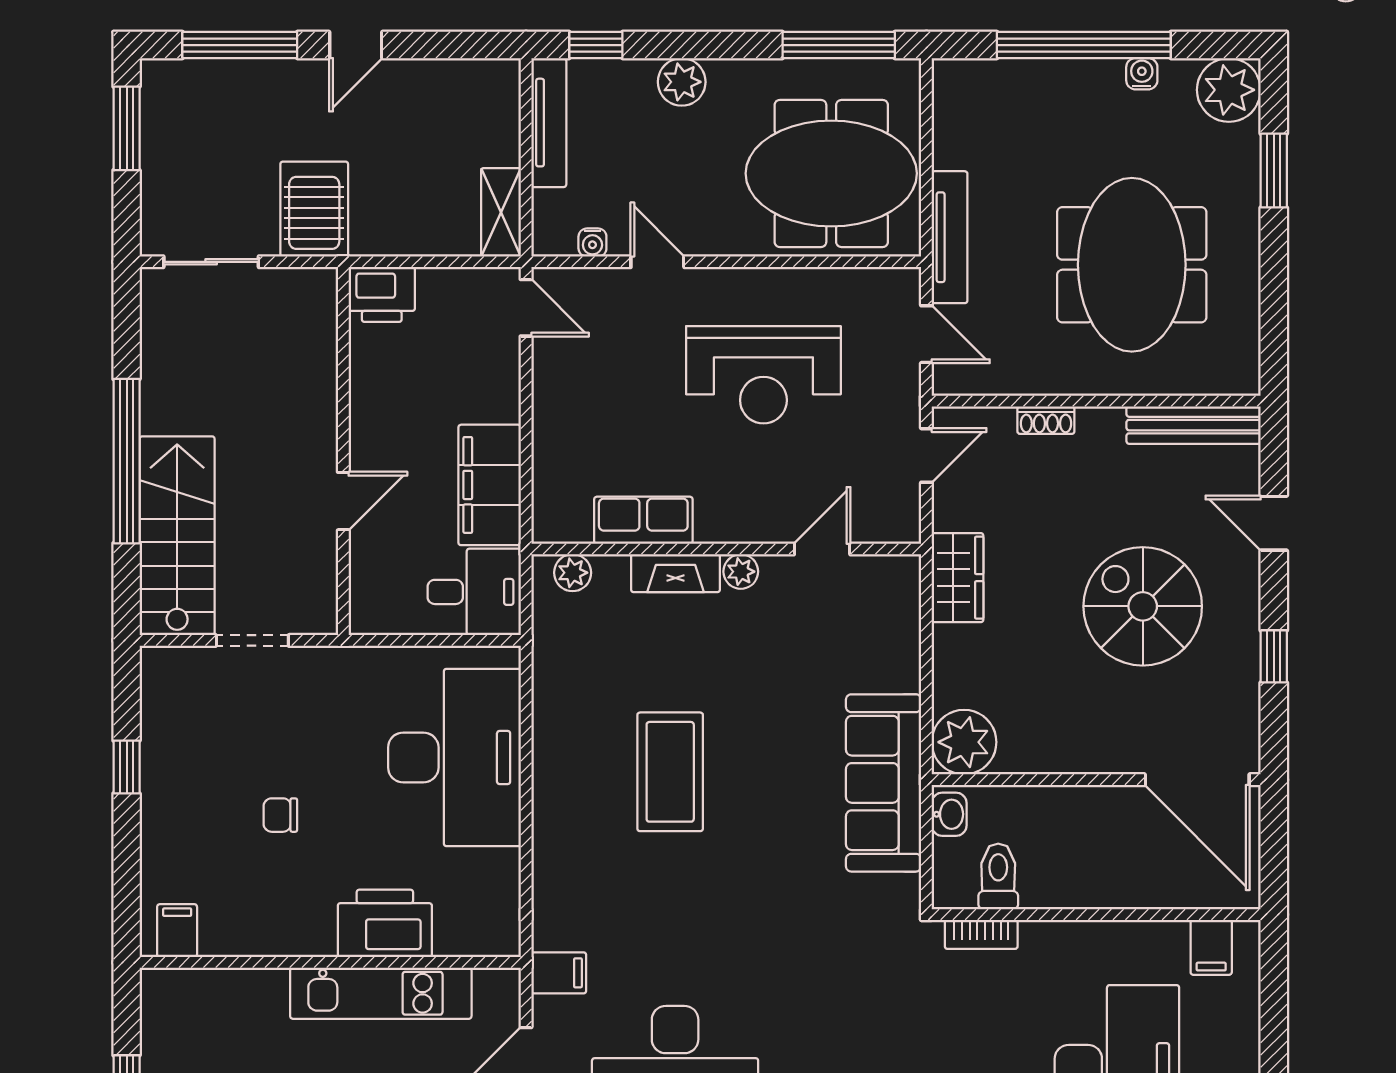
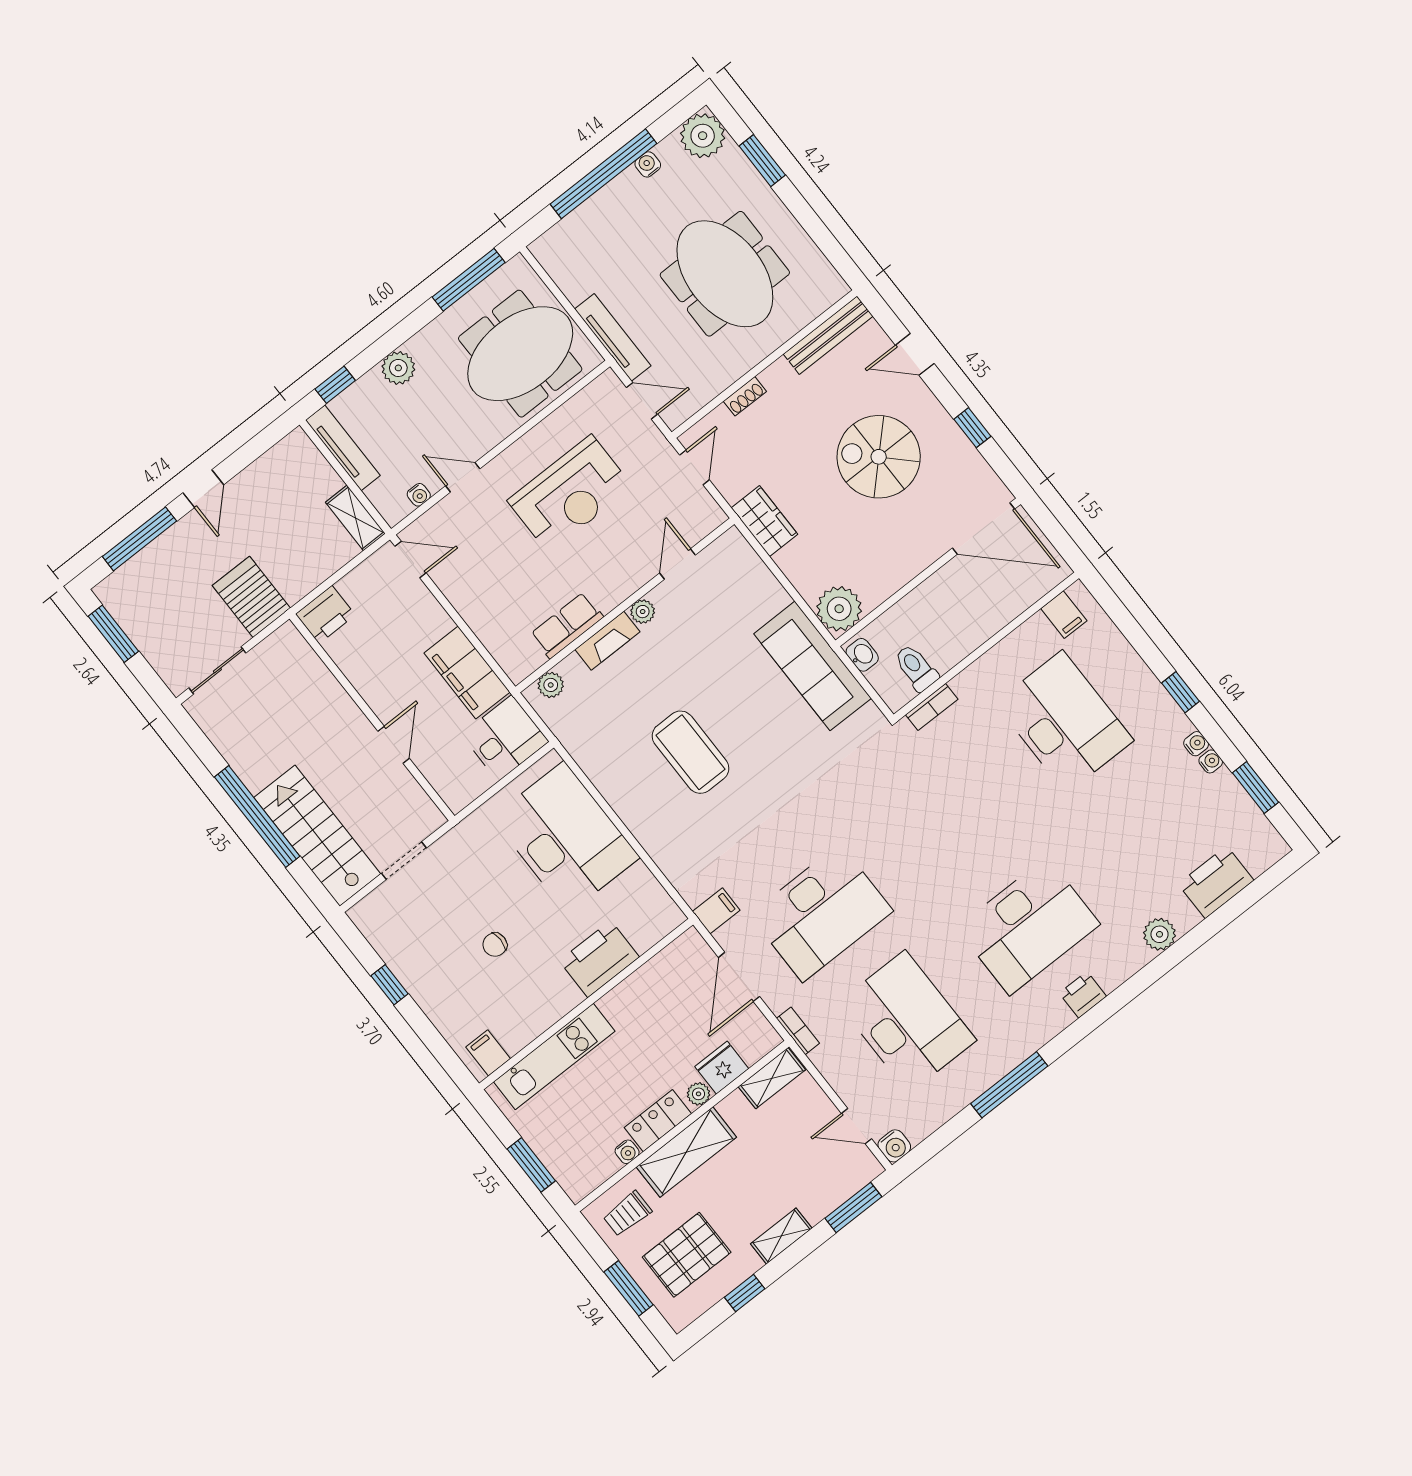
kitchen unit: (381, 993) -> (554, 1056), moved

